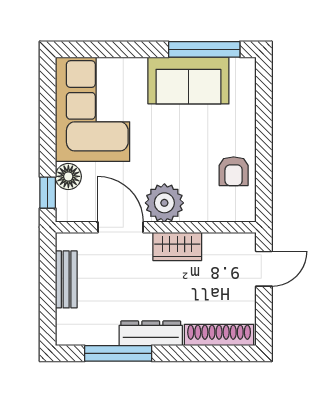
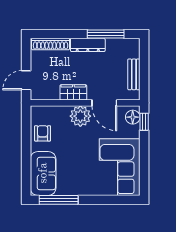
sofa: (188, 81) -> (43, 173), moved, turned 90
floor lamp: (68, 176) -> (133, 117), moved

